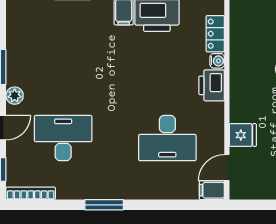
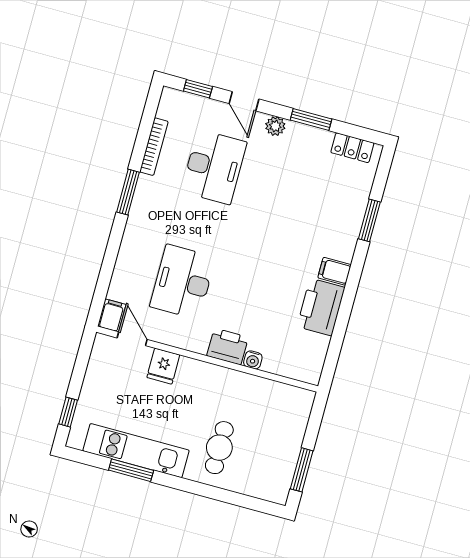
locker: (215, 34) -> (352, 148), moved, turned 180
bookcase: (31, 193) -> (154, 147), moved

